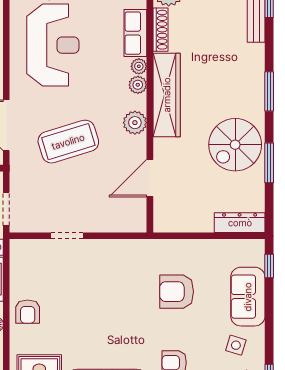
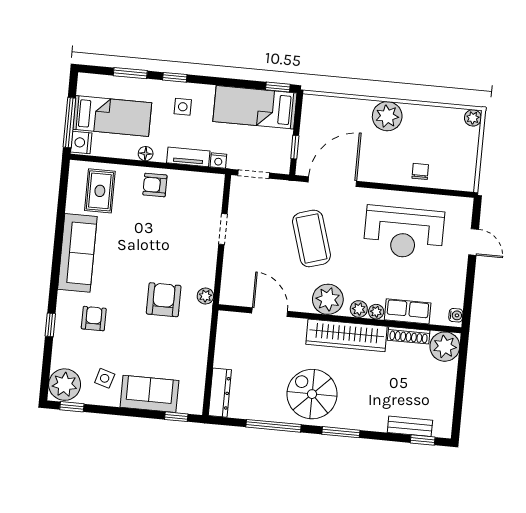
plant: (135, 123) -> (328, 299), width x1.36, depth x1.36
spiral stairs: (235, 145) -> (312, 394), moved
window: (269, 163) -> (273, 426), width x1.44
plant: (139, 247) -> (205, 296), added
armchair: (177, 292) -> (164, 300), moved

